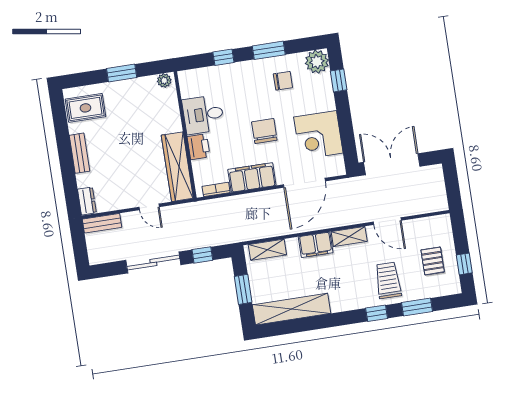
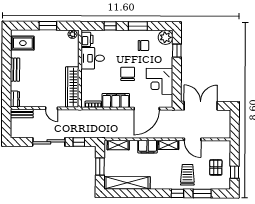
printer: (199, 147) -> (87, 39), moved

